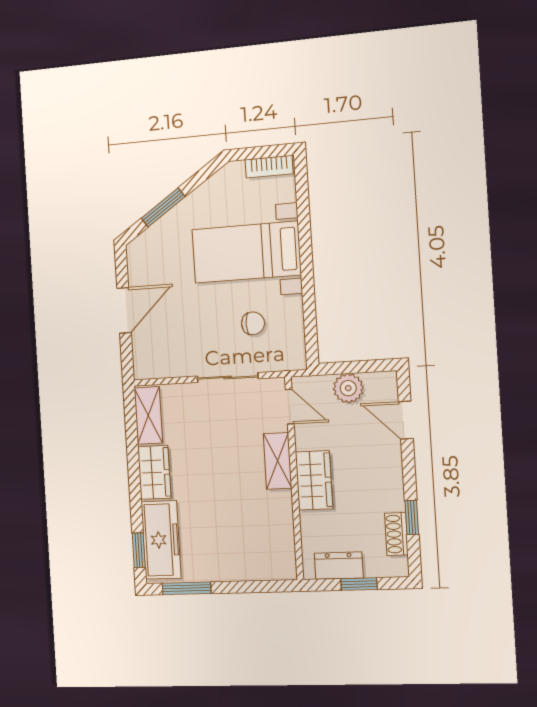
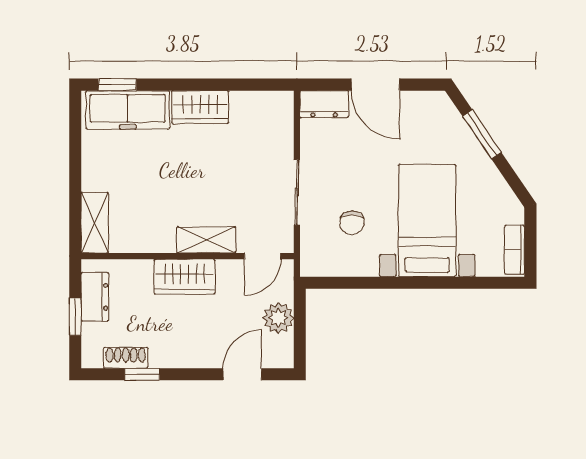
dresser: (145, 357) -> (324, 104), added
shelving: (148, 415) -> (95, 223), moved, turned 90
window: (187, 588) -> (75, 134), removed

